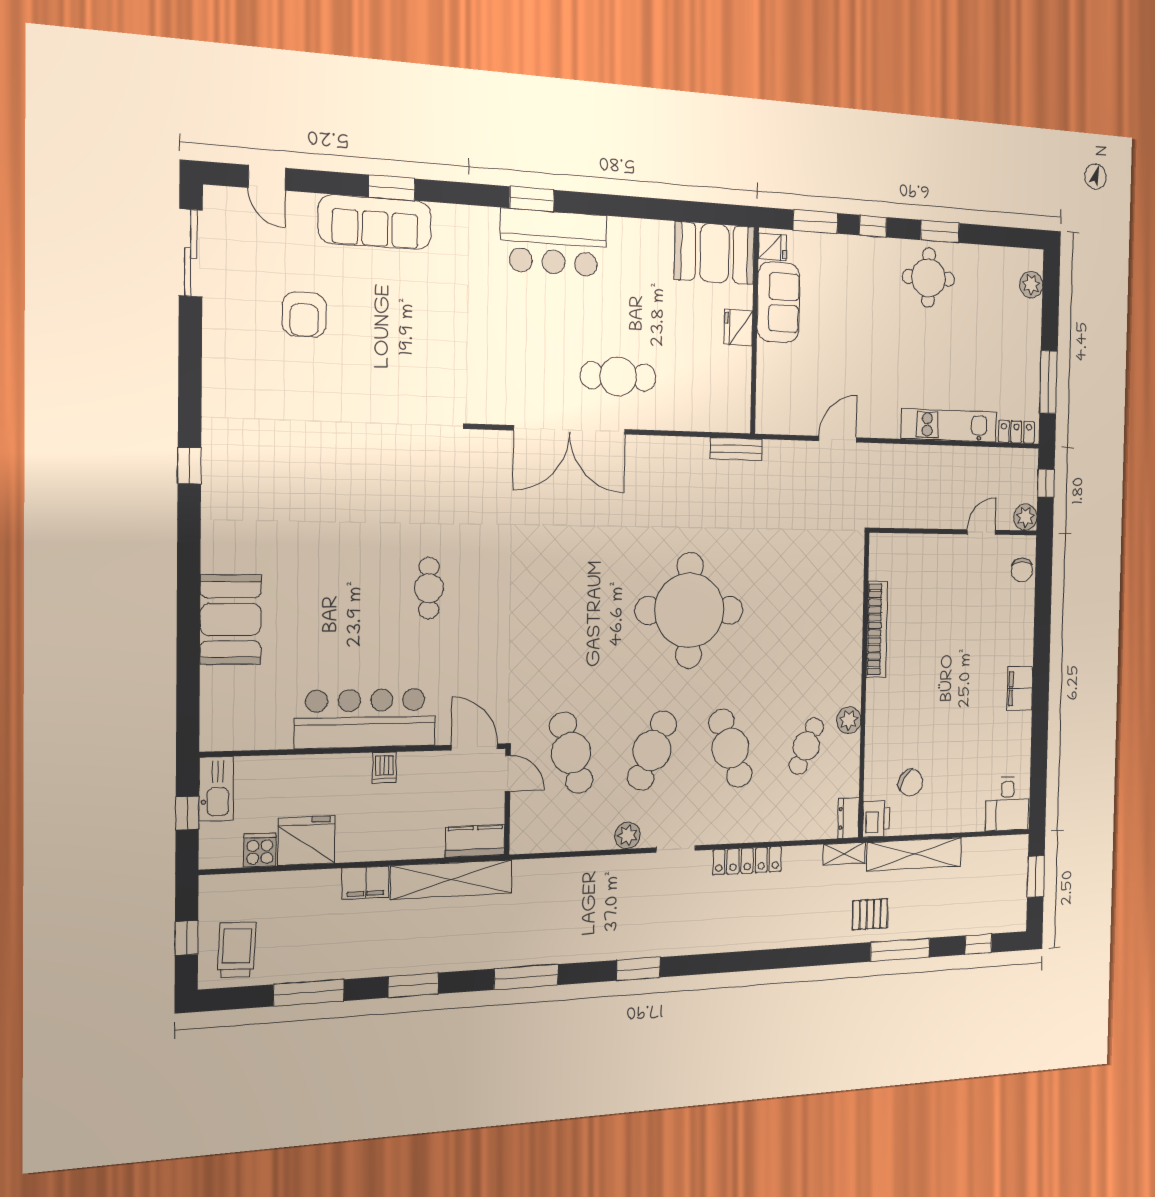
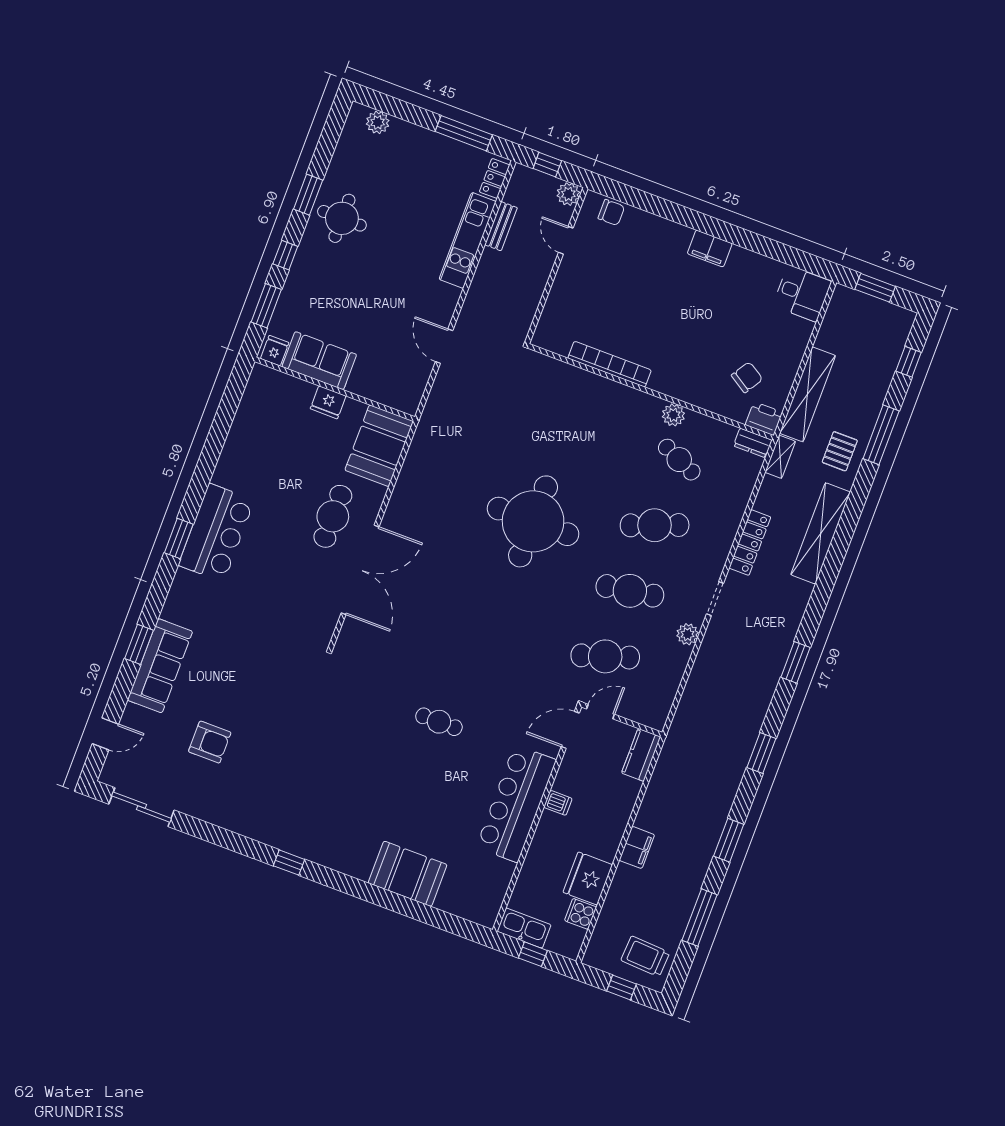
booth: (714, 253) -> (379, 446), moved
bench: (736, 449) -> (501, 226), moved
cafe table: (652, 750) -> (630, 591), turned -33
shelving: (452, 880) -> (821, 533), moved
window: (526, 977) -> (761, 753), width x0.69

